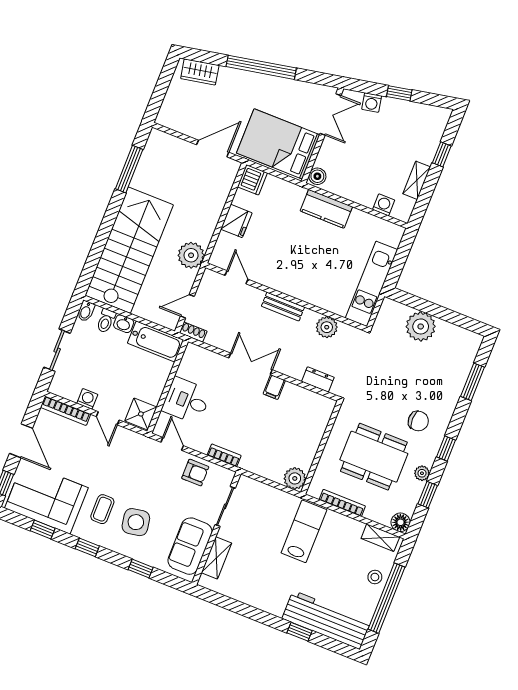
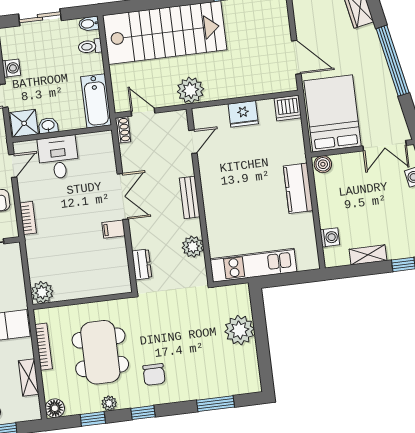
washbasin: (124, 324) -> (48, 126), moved, turned 90
shelving: (380, 538) -> (29, 378), moved

